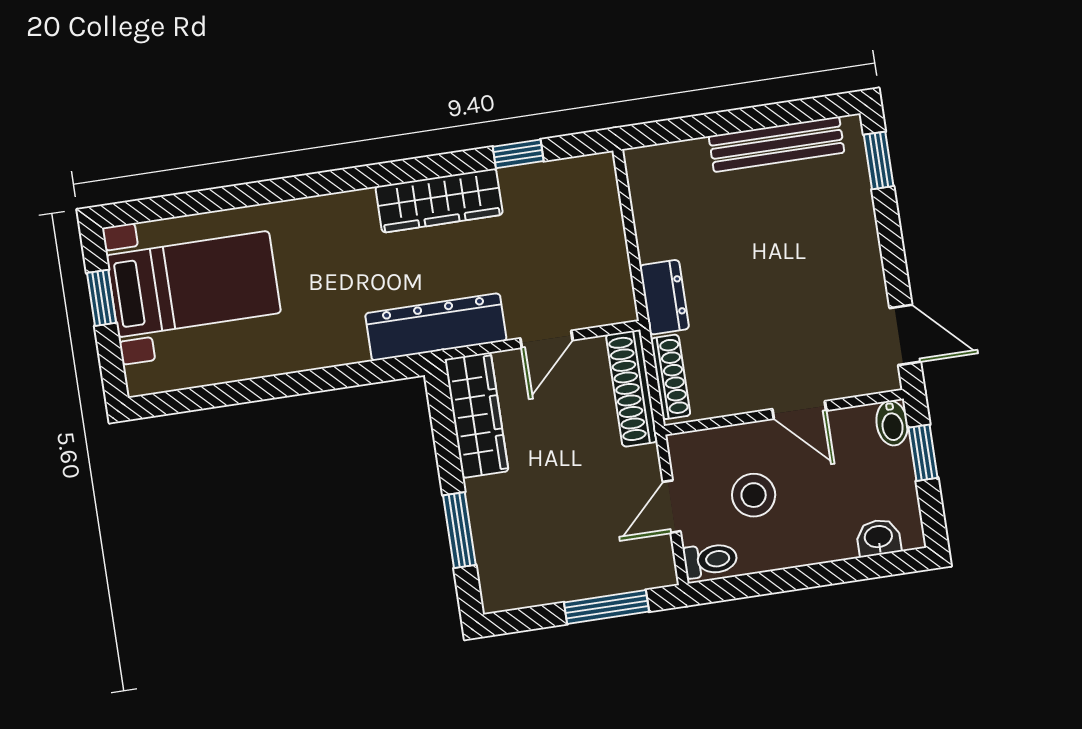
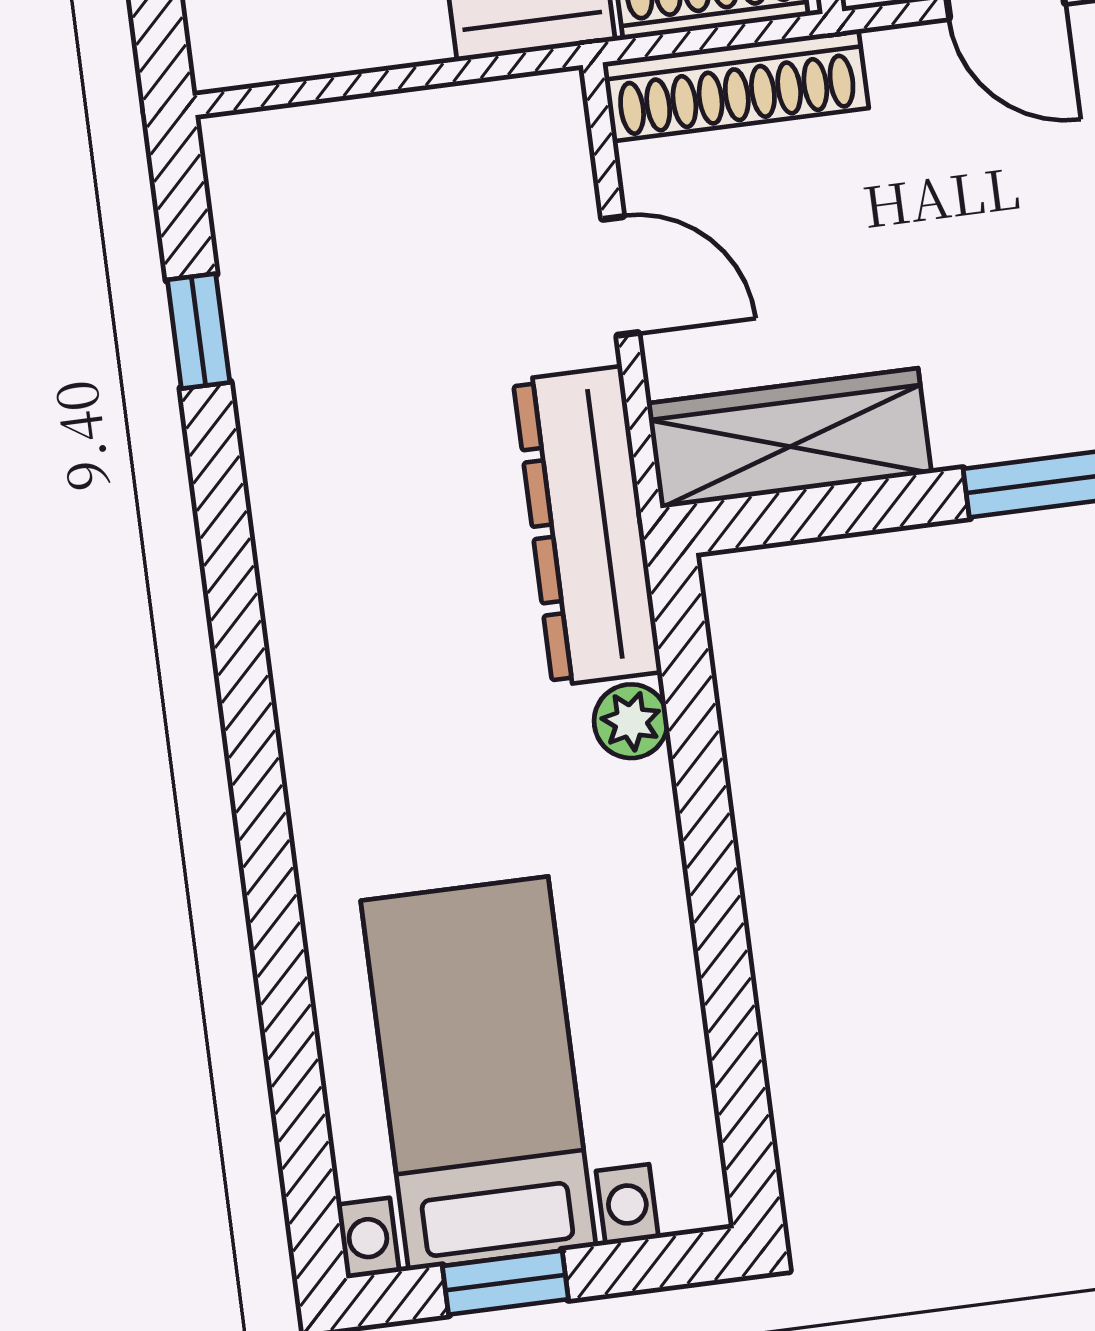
wardrobe: (439, 201) -> (301, 513), removed
plant: (350, 348) -> (631, 721), added

